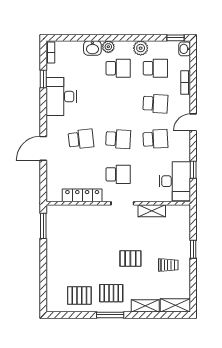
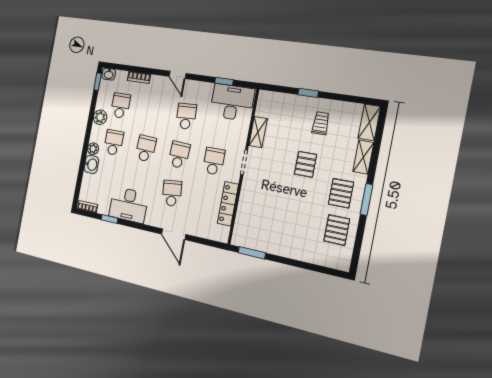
school desk: (155, 104) -> (146, 149), moved

